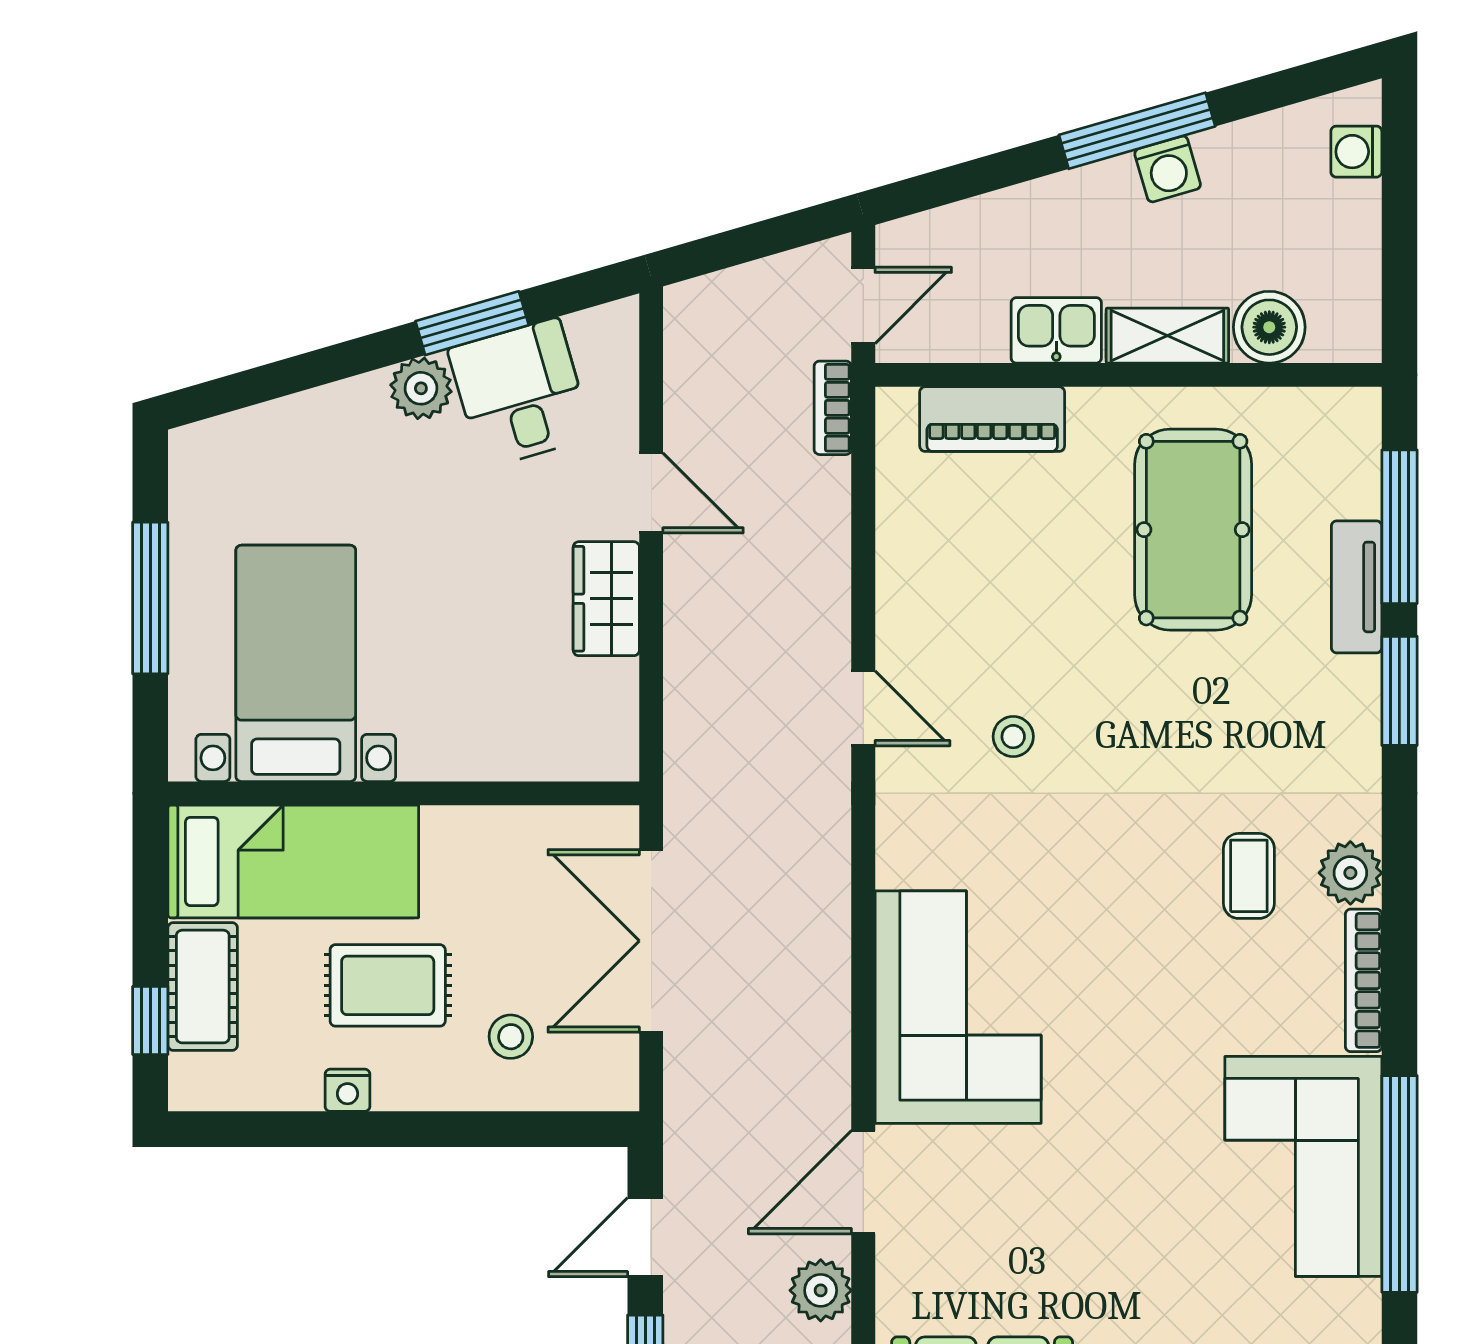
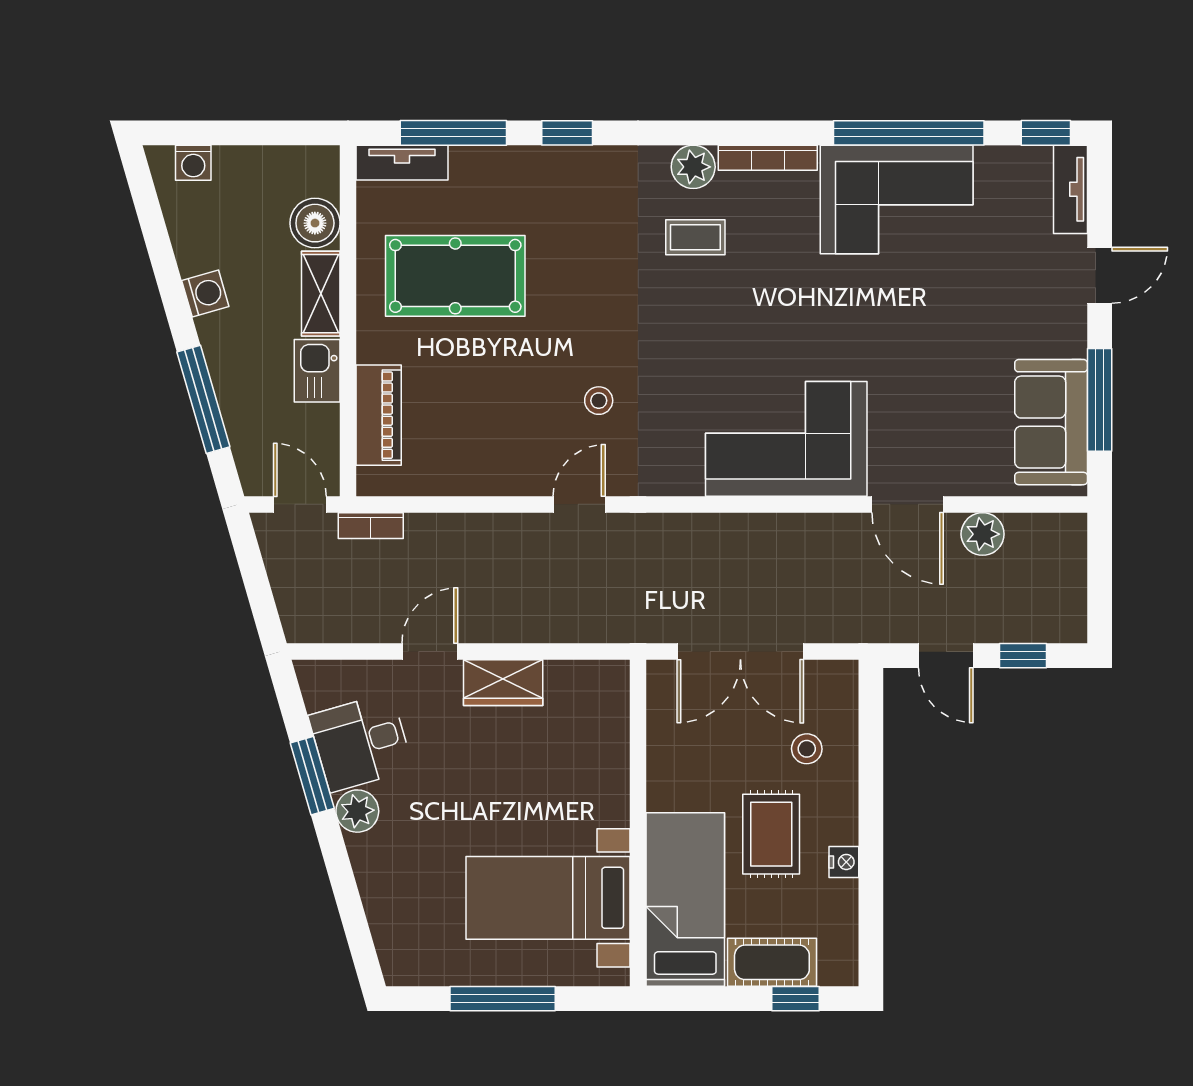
window: (1137, 131) -> (203, 399), moved
tv unit: (1357, 587) -> (402, 163), moved
window: (1399, 691) -> (567, 133), width x0.67

